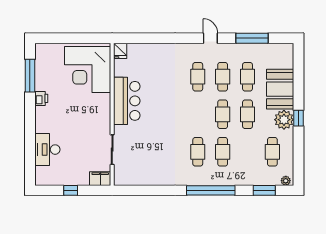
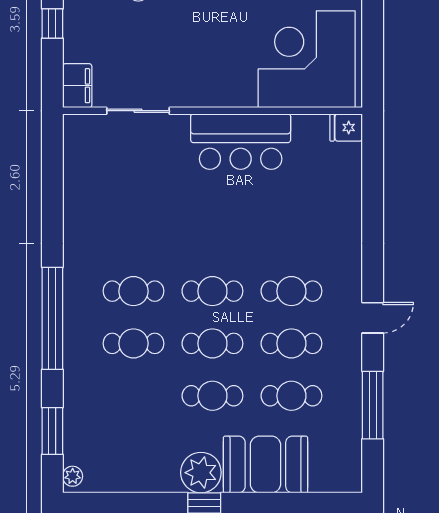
cafe table: (272, 152) -> (212, 291), moved

